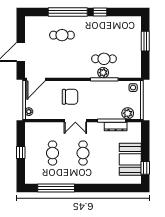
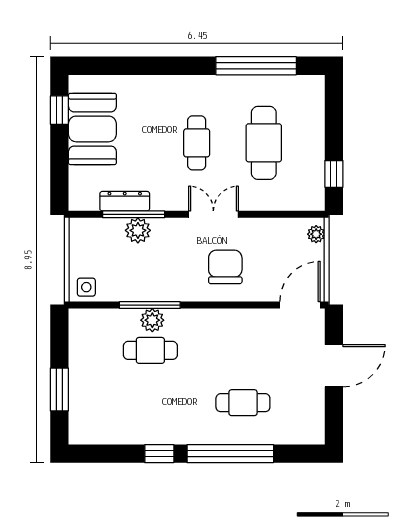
chair: (70, 97) -> (225, 267), turned 90
plant: (128, 113) -> (138, 230), moved
window: (21, 153) -> (334, 174), moved
cafe table: (53, 153) -> (264, 143), width x1.37, depth x1.35

